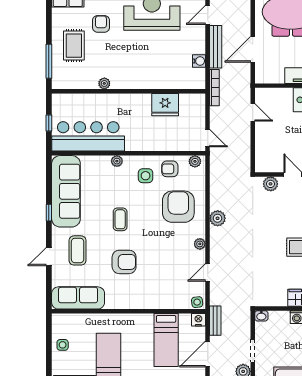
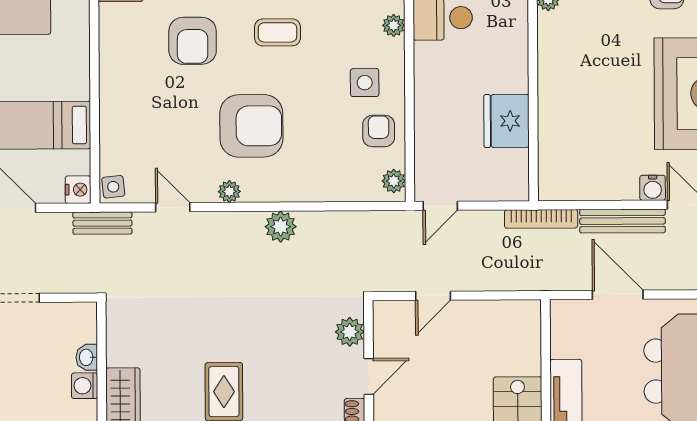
water cooler: (199, 61) -> (653, 188), moved
door: (253, 112) -> (433, 296), moved
armchair: (178, 207) -> (251, 126), moved
washbasin: (261, 316) -> (87, 357), moved
bench: (215, 321) -> (102, 223), moved

